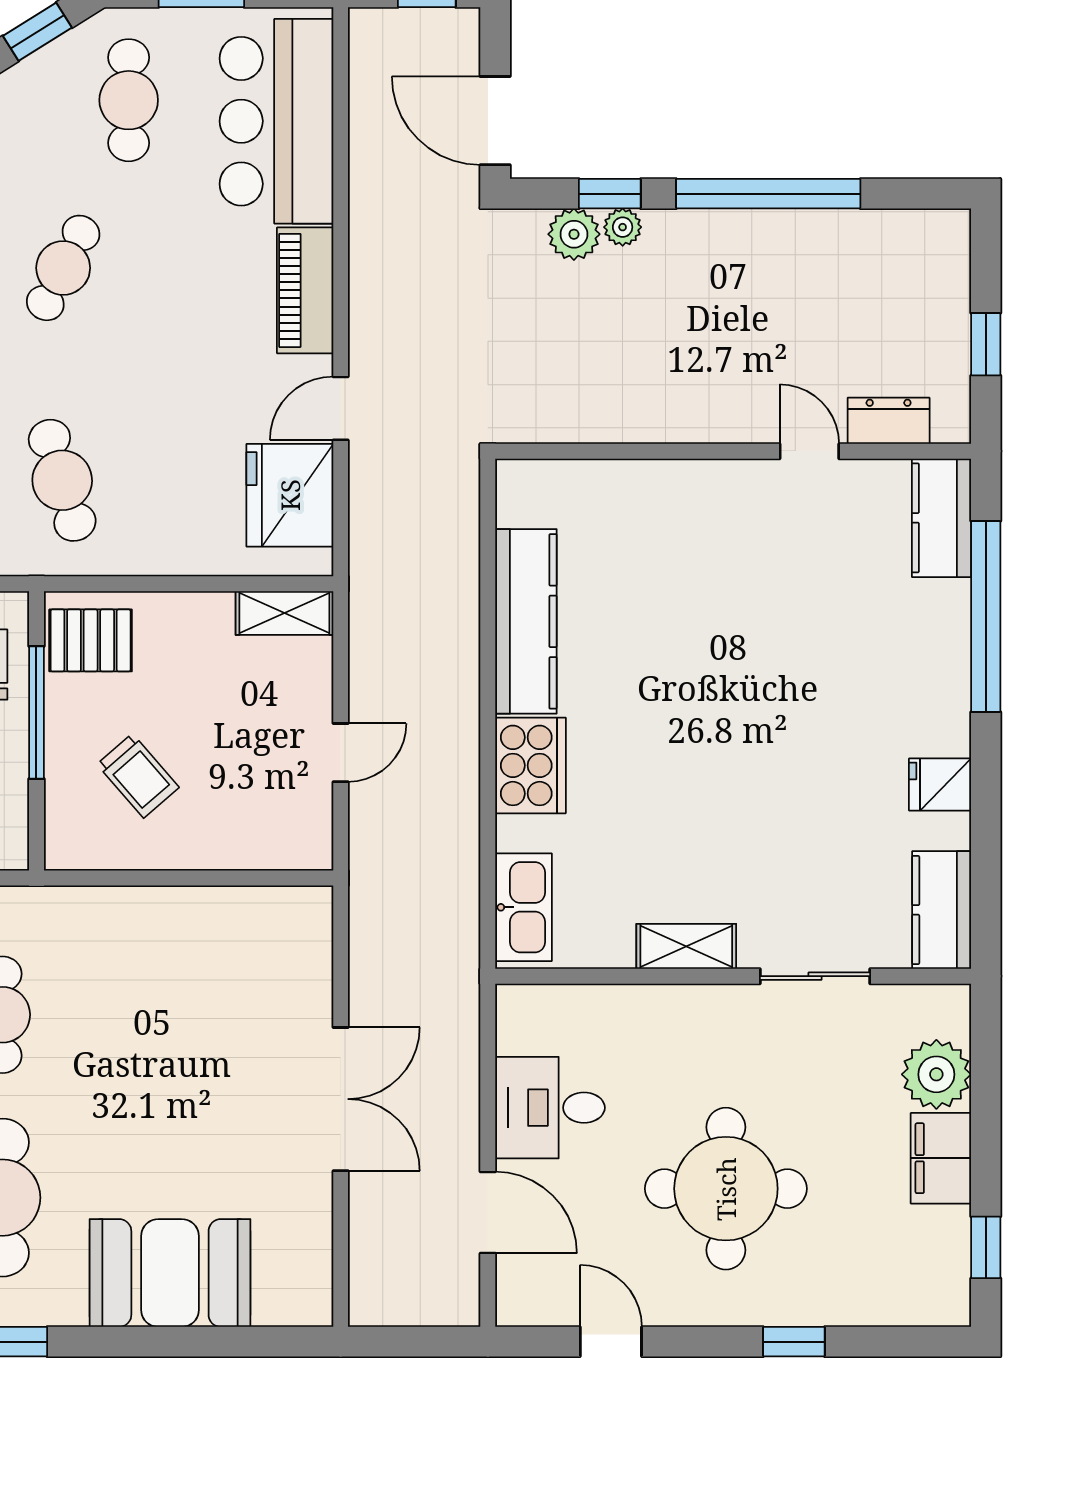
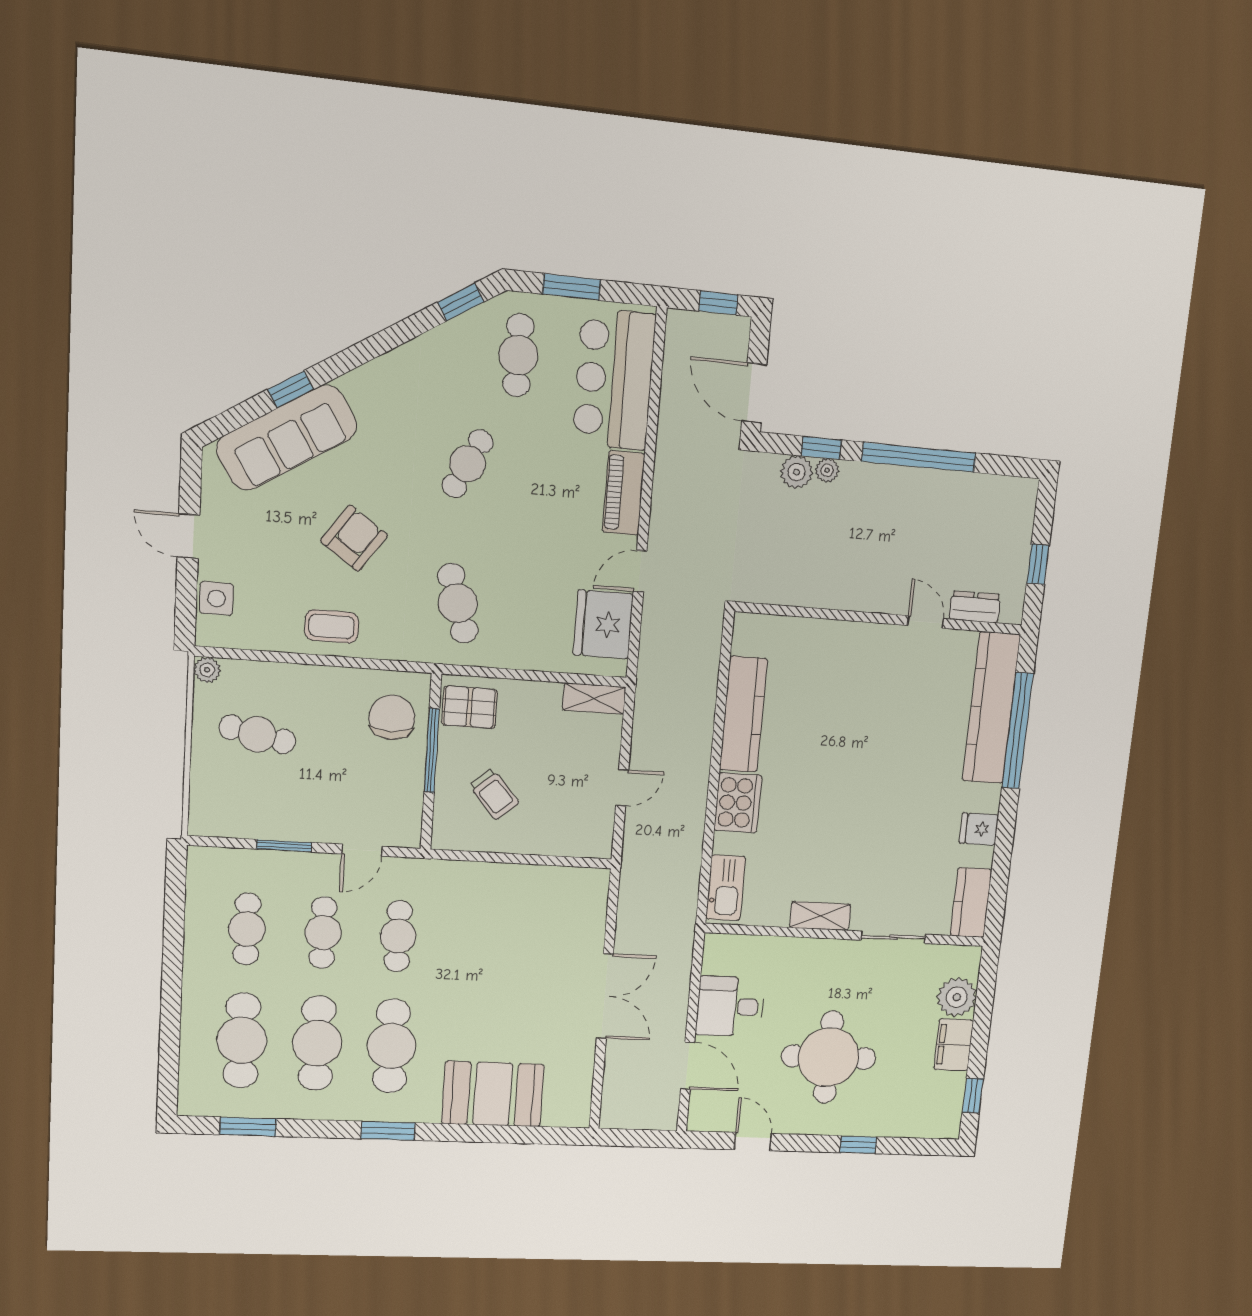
kitchen counter: (941, 518) -> (991, 708), width x2.08, depth x1.17

